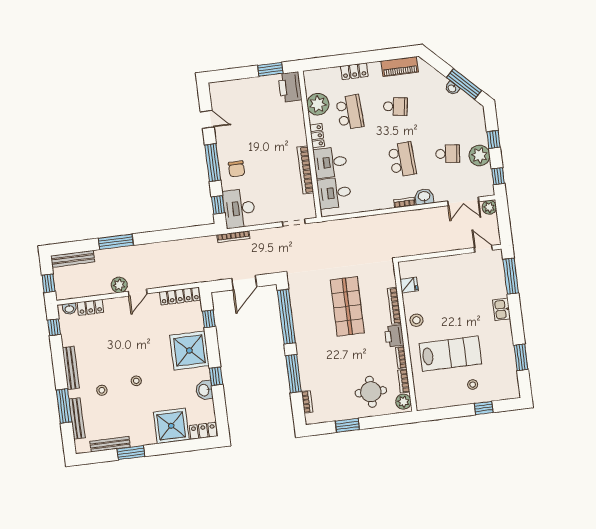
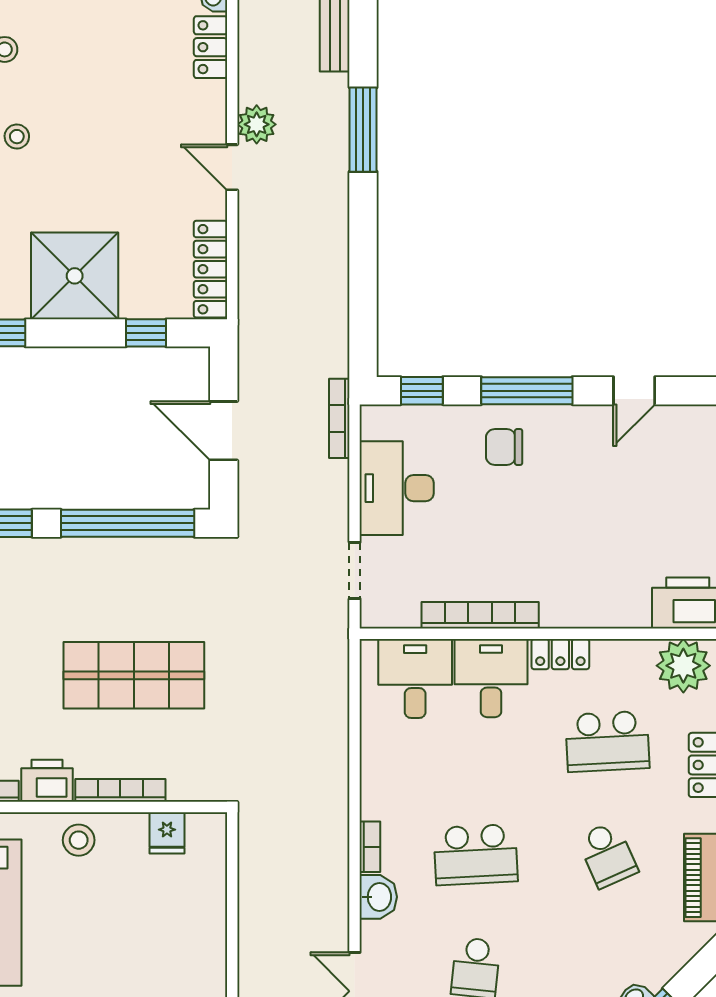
plant: (318, 104) -> (683, 666), moved
school desk: (395, 107) -> (607, 855), turned -33
desk: (239, 208) -> (397, 488), moved, turned -90

